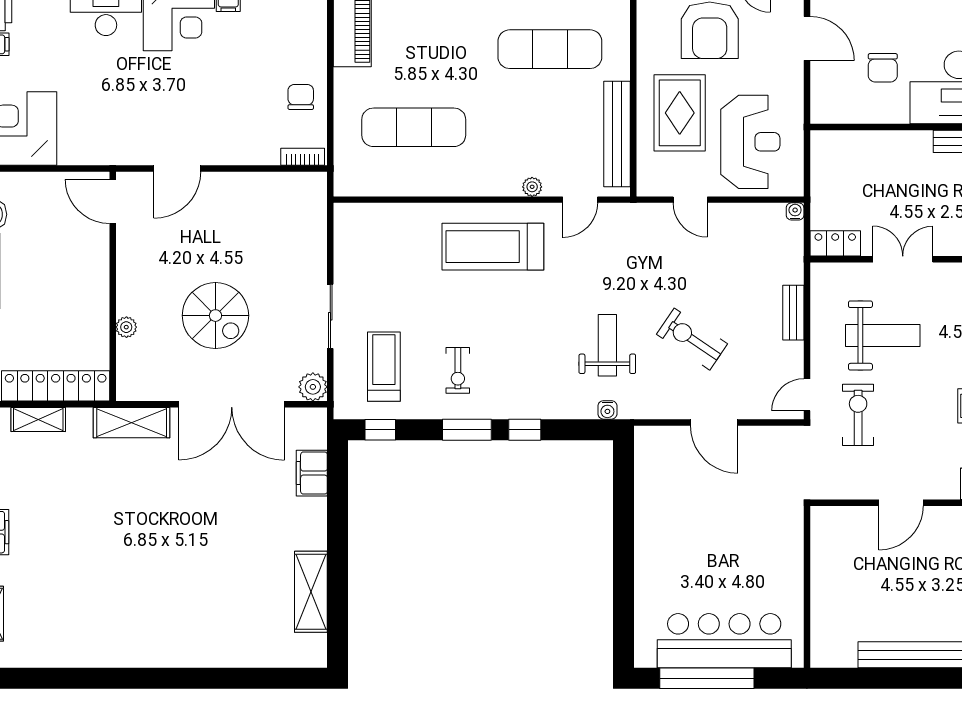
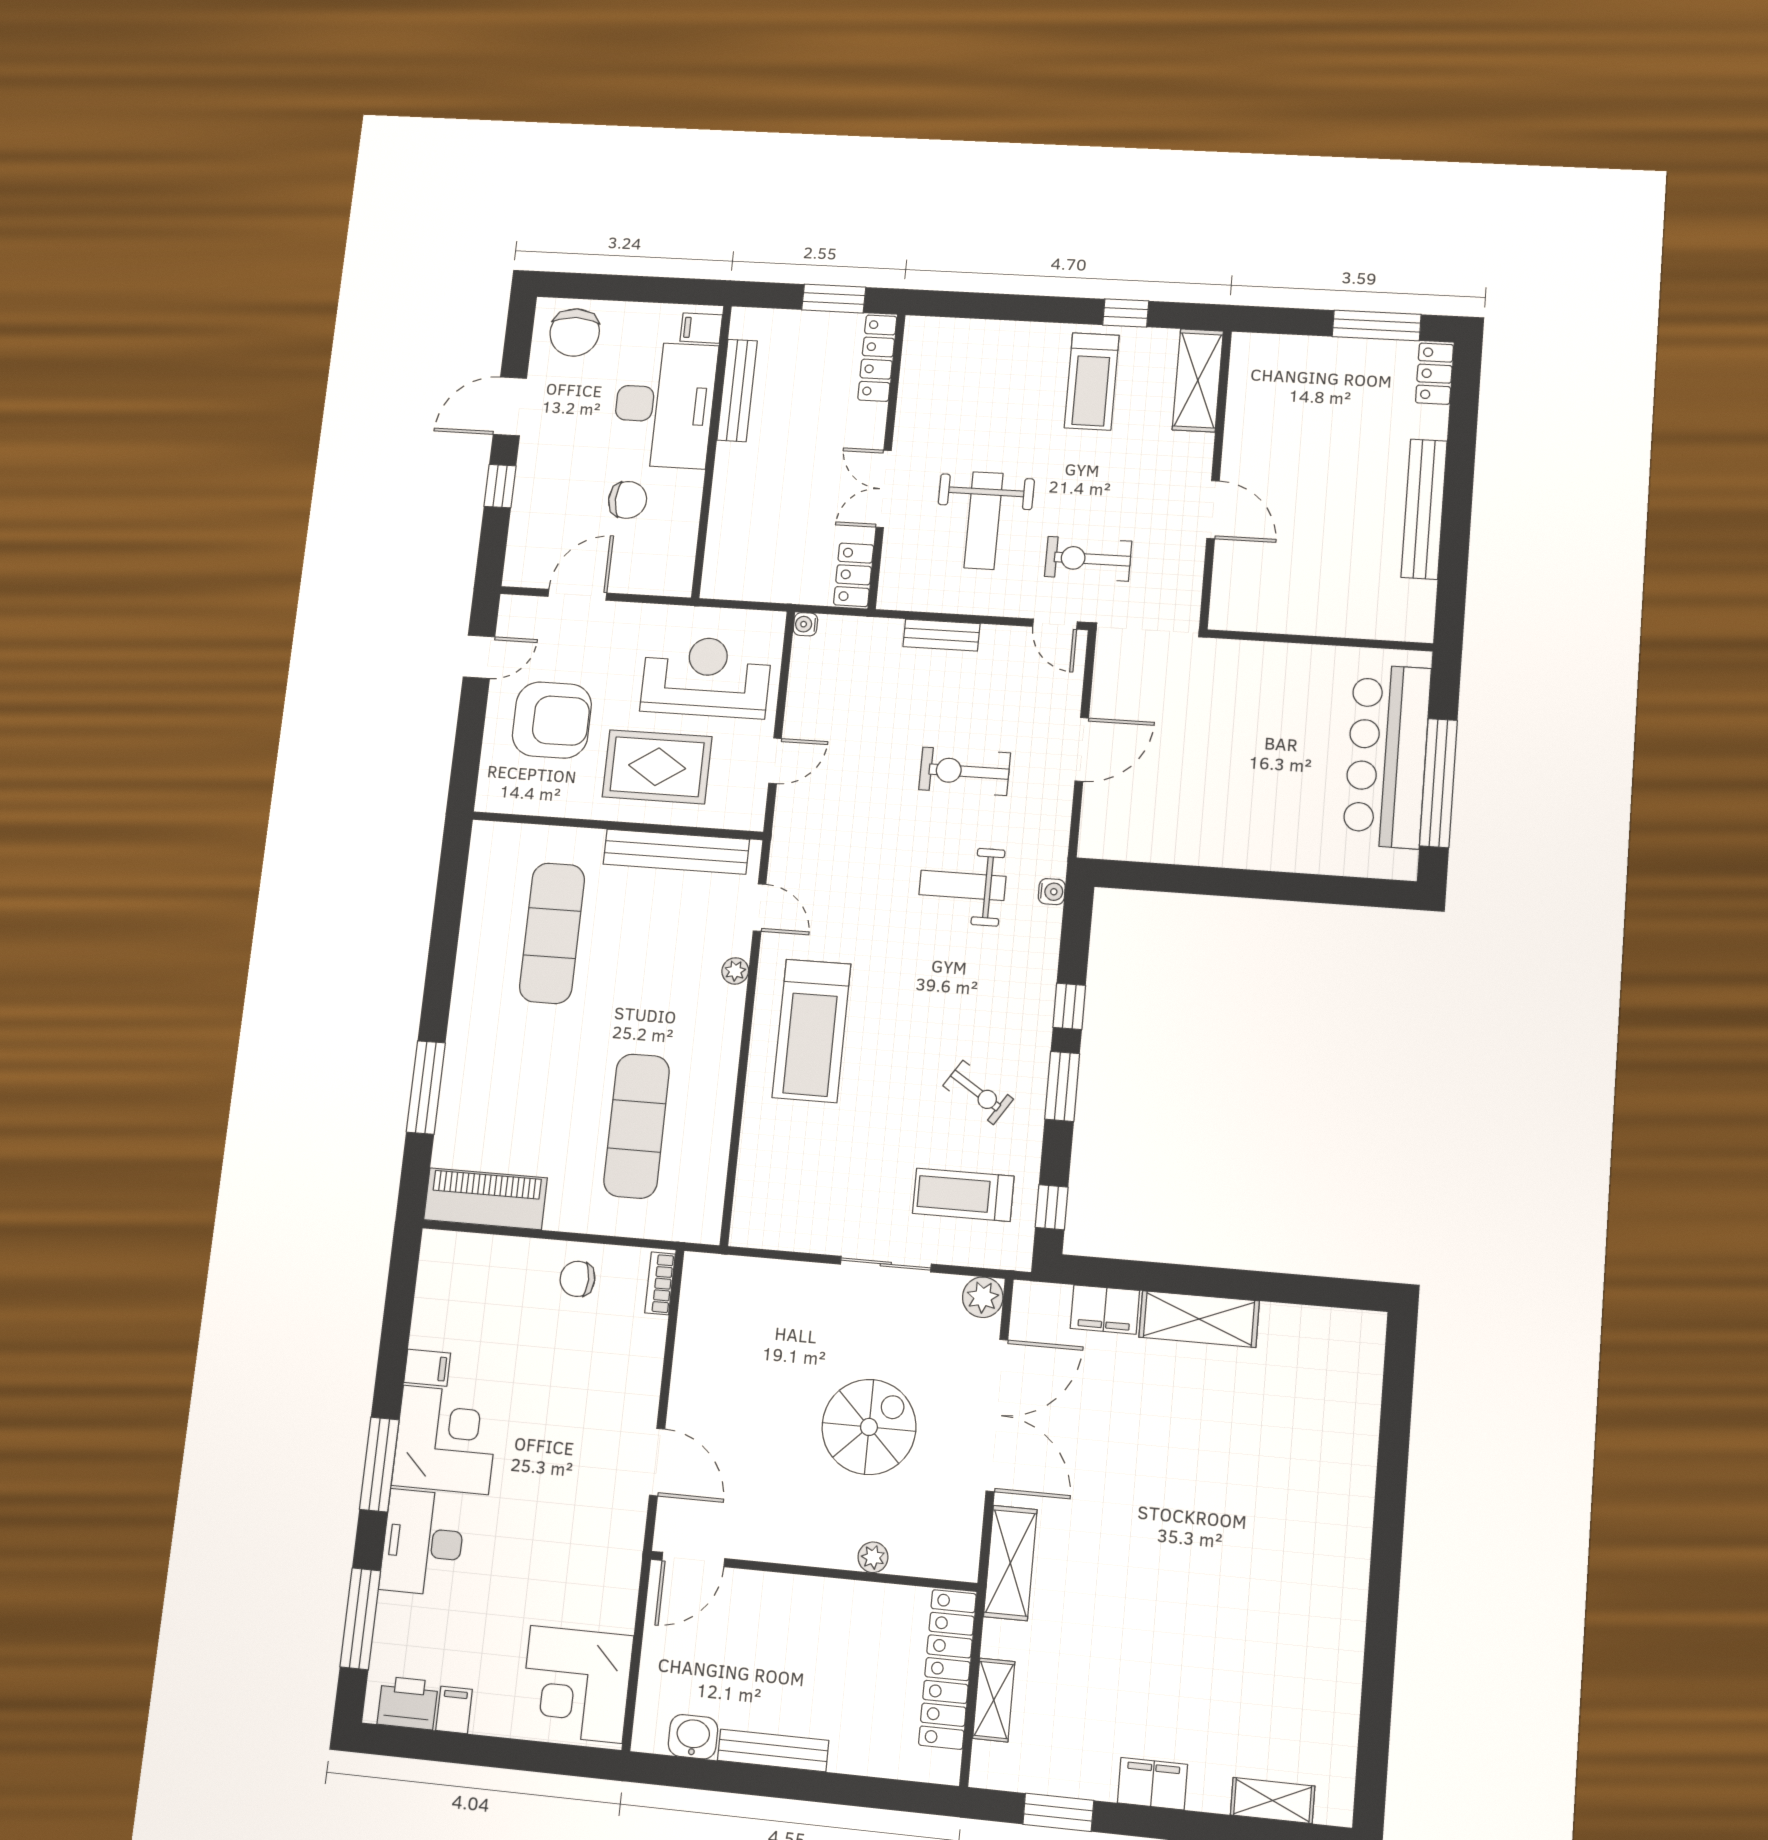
weight bench: (883, 335) -> (984, 521), turned 180
exercise bike: (692, 339) -> (965, 771), turned 56
exercise bike: (458, 370) -> (978, 1092), turned 33
shelving: (311, 592) -> (1199, 1319), moved

